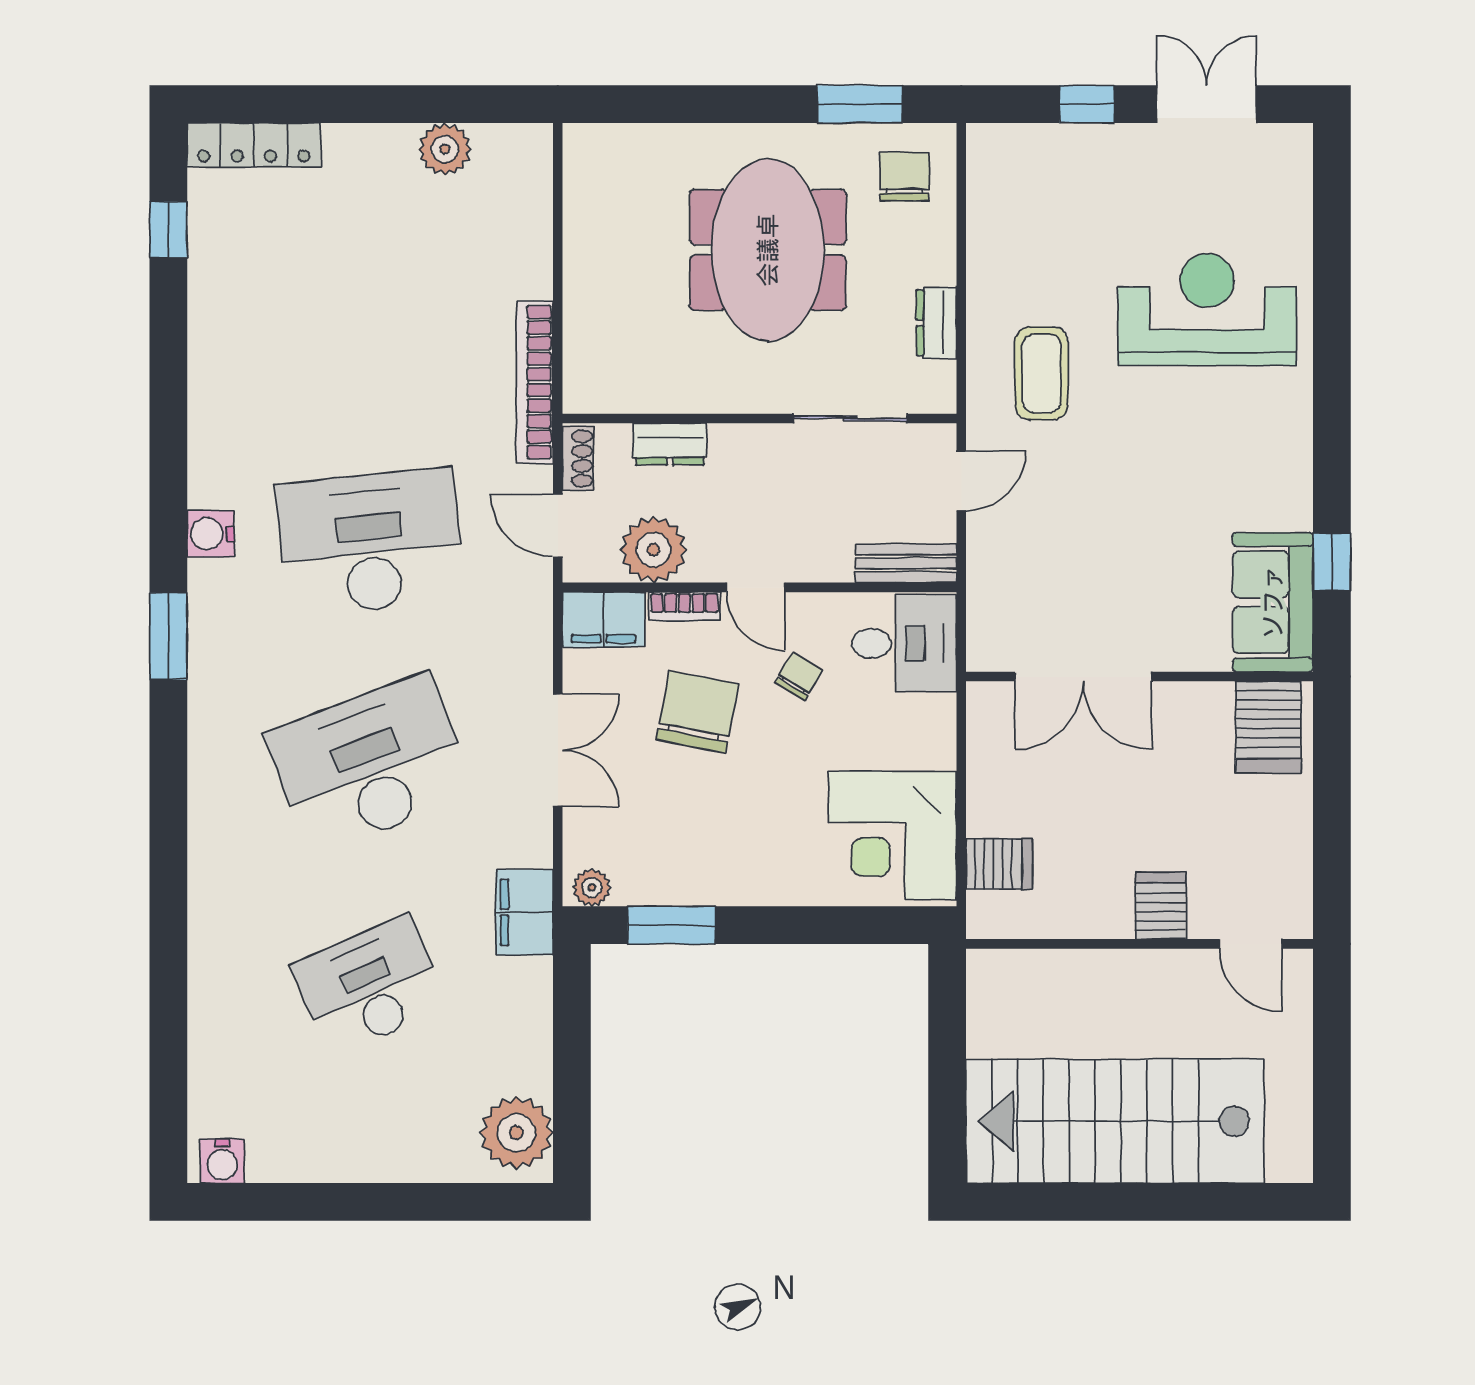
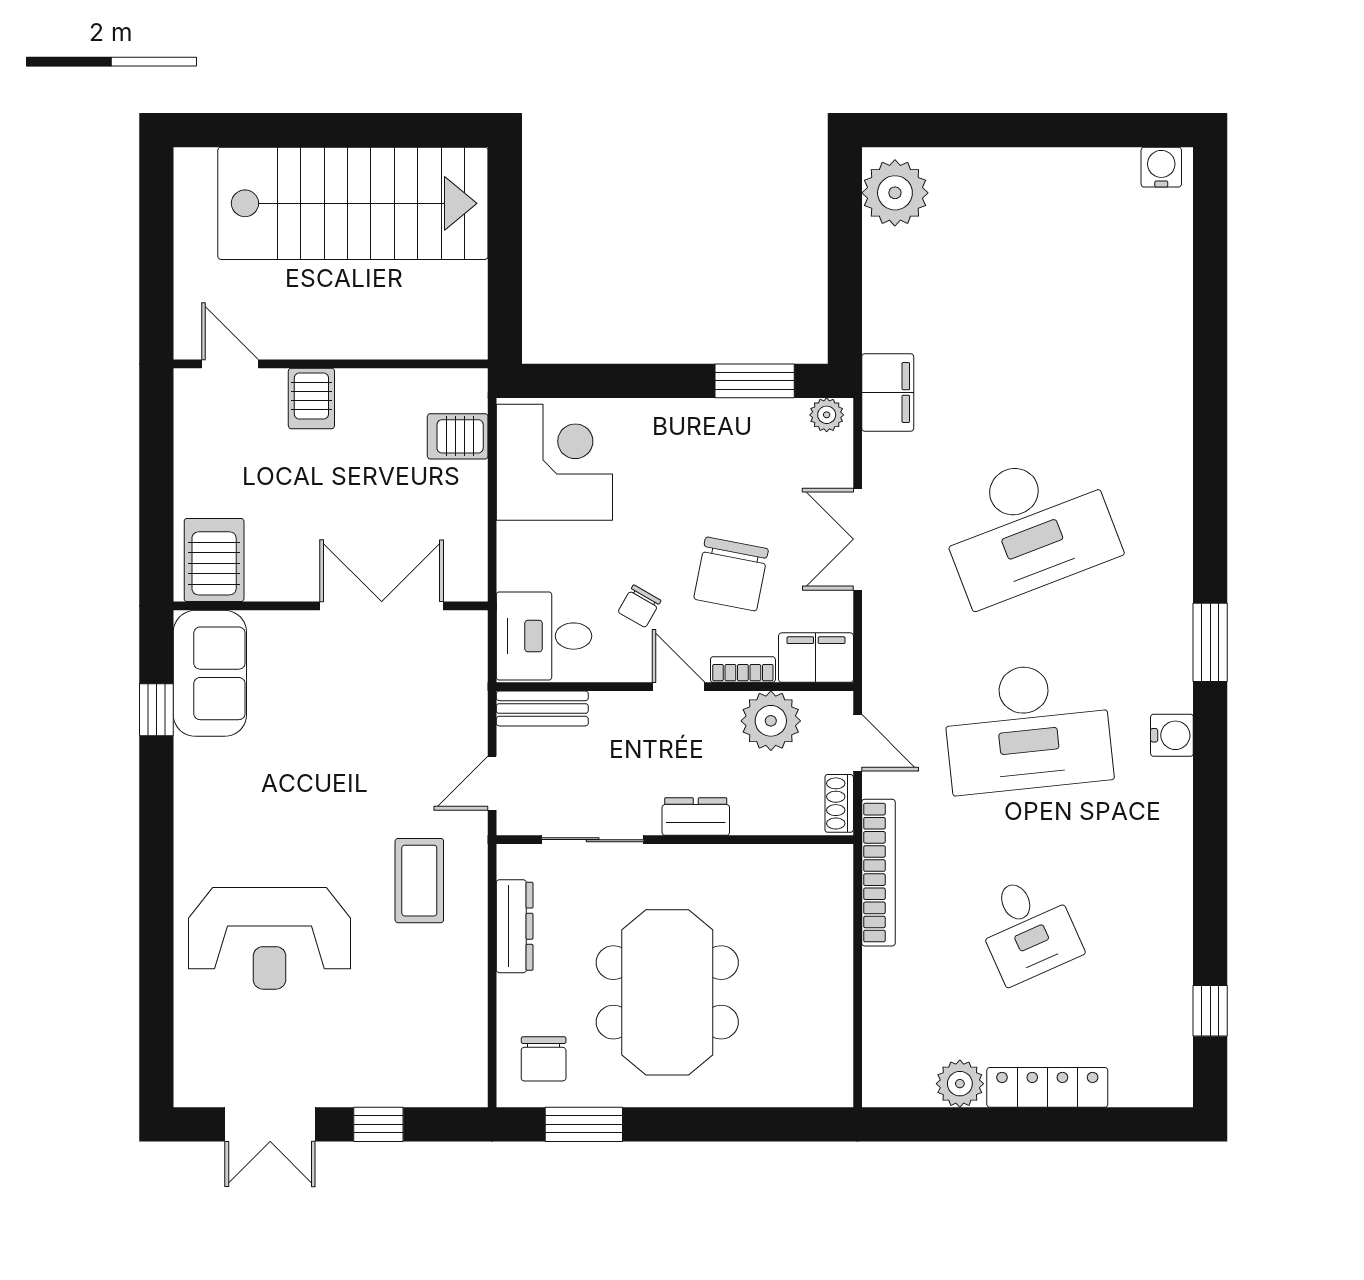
locker: (254, 145) -> (1047, 1087), moved
dresser: (936, 323) -> (515, 926), width x1.44
dresser: (670, 444) -> (696, 817), moved
desk: (370, 986) -> (1027, 928), moved, width x0.73

